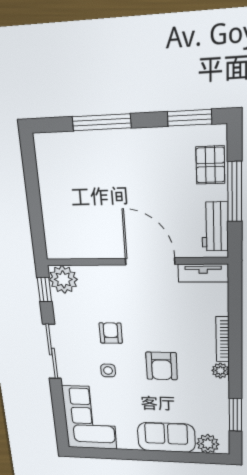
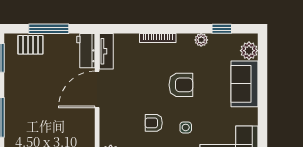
workbench: (215, 227) -> (86, 51), moved, turned 90
plant: (220, 371) -> (201, 40), moved
window: (235, 415) -> (222, 29), width x0.67

